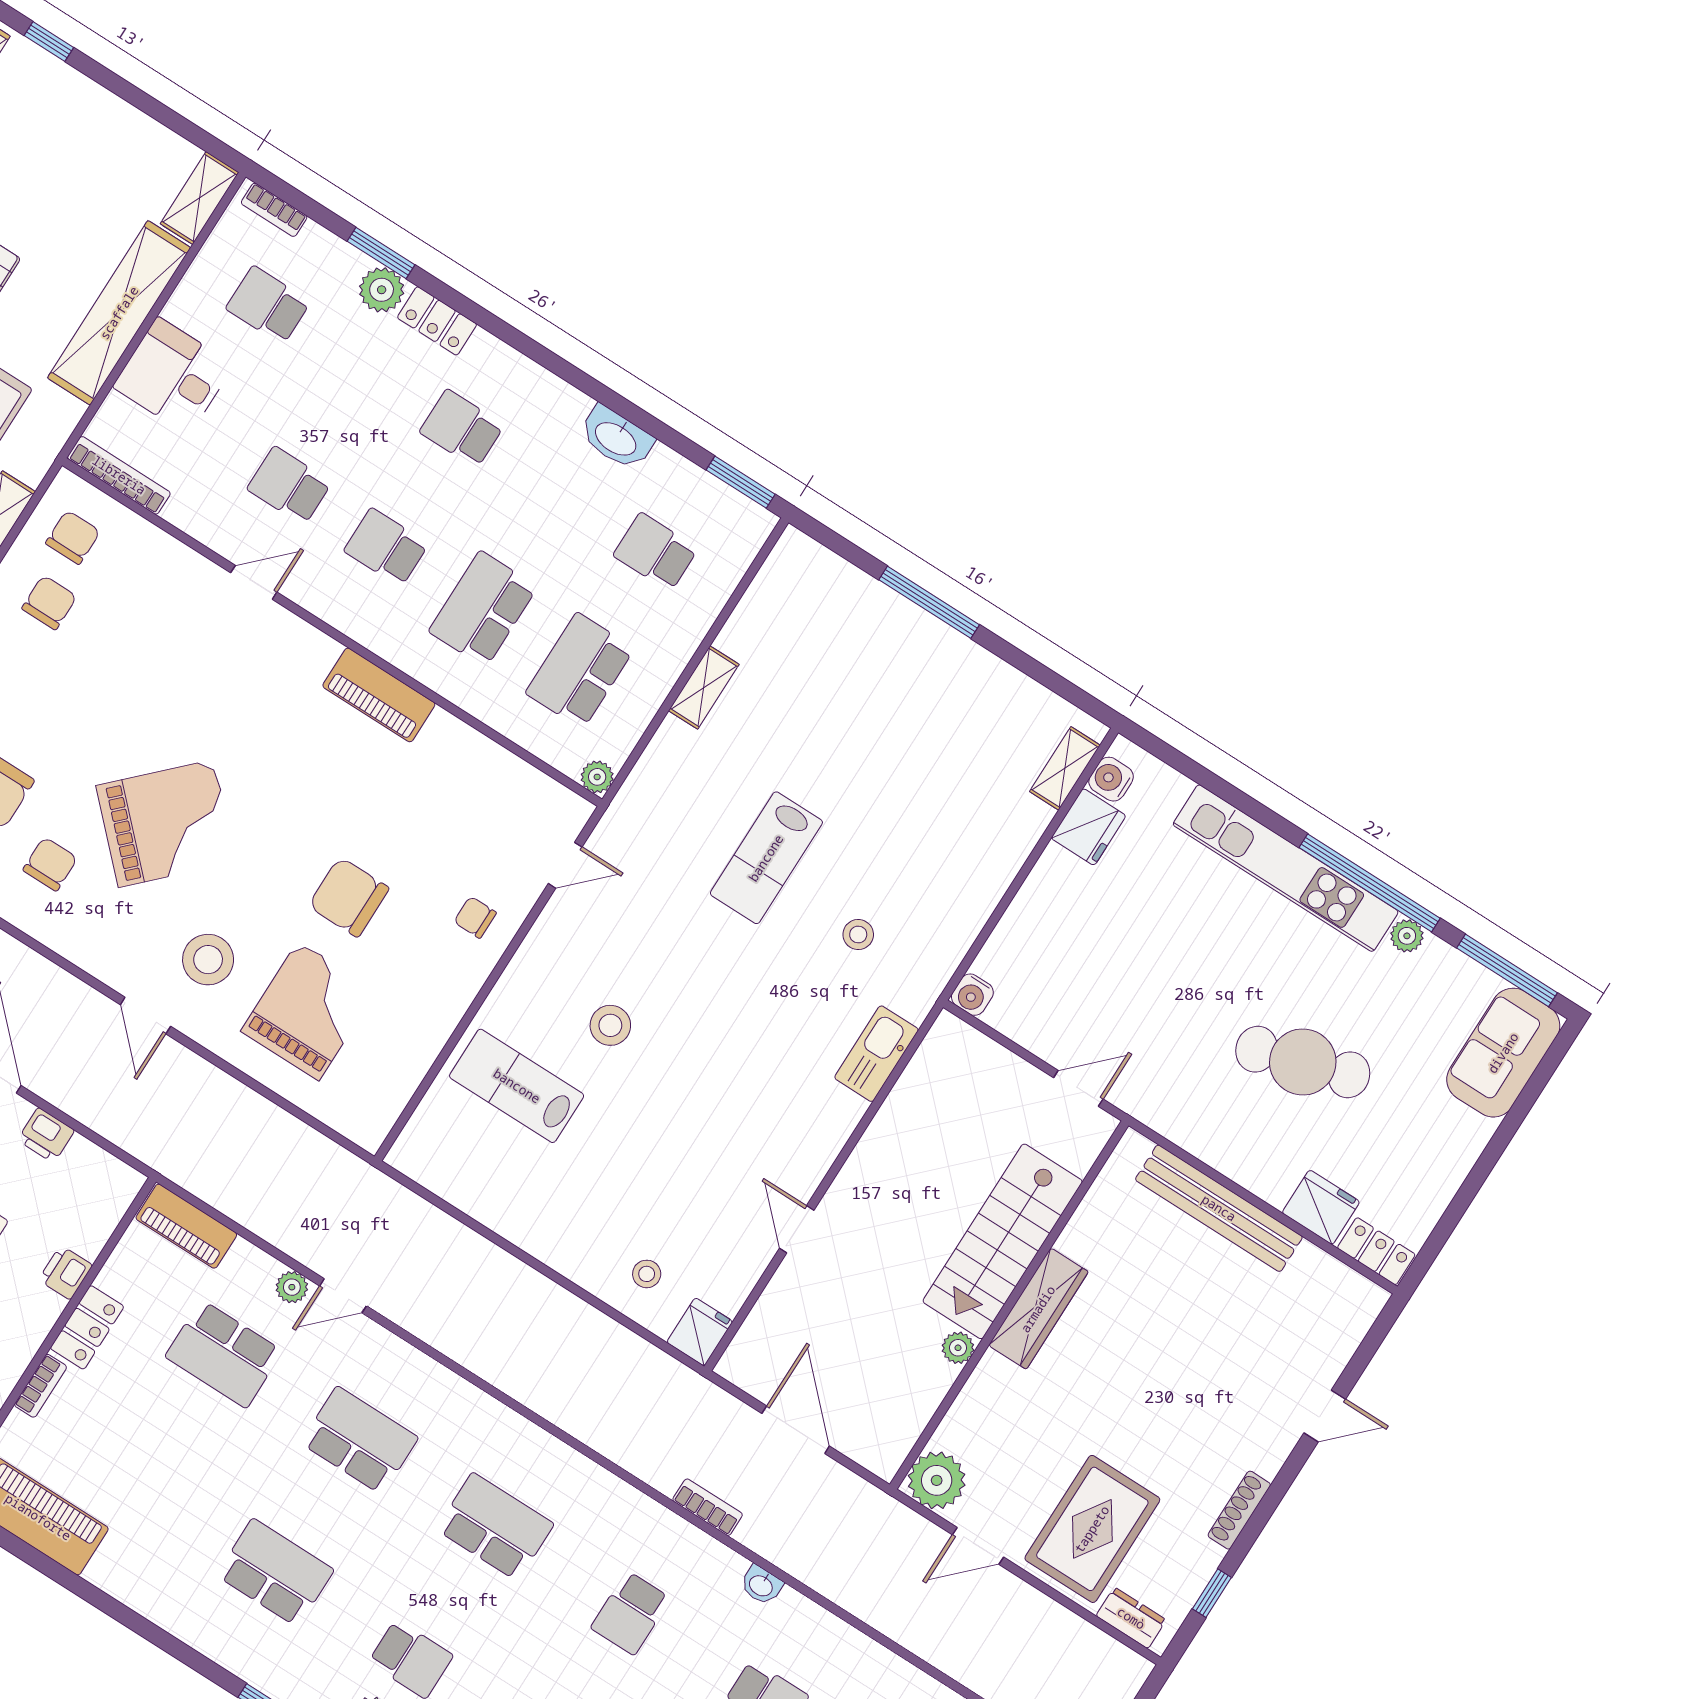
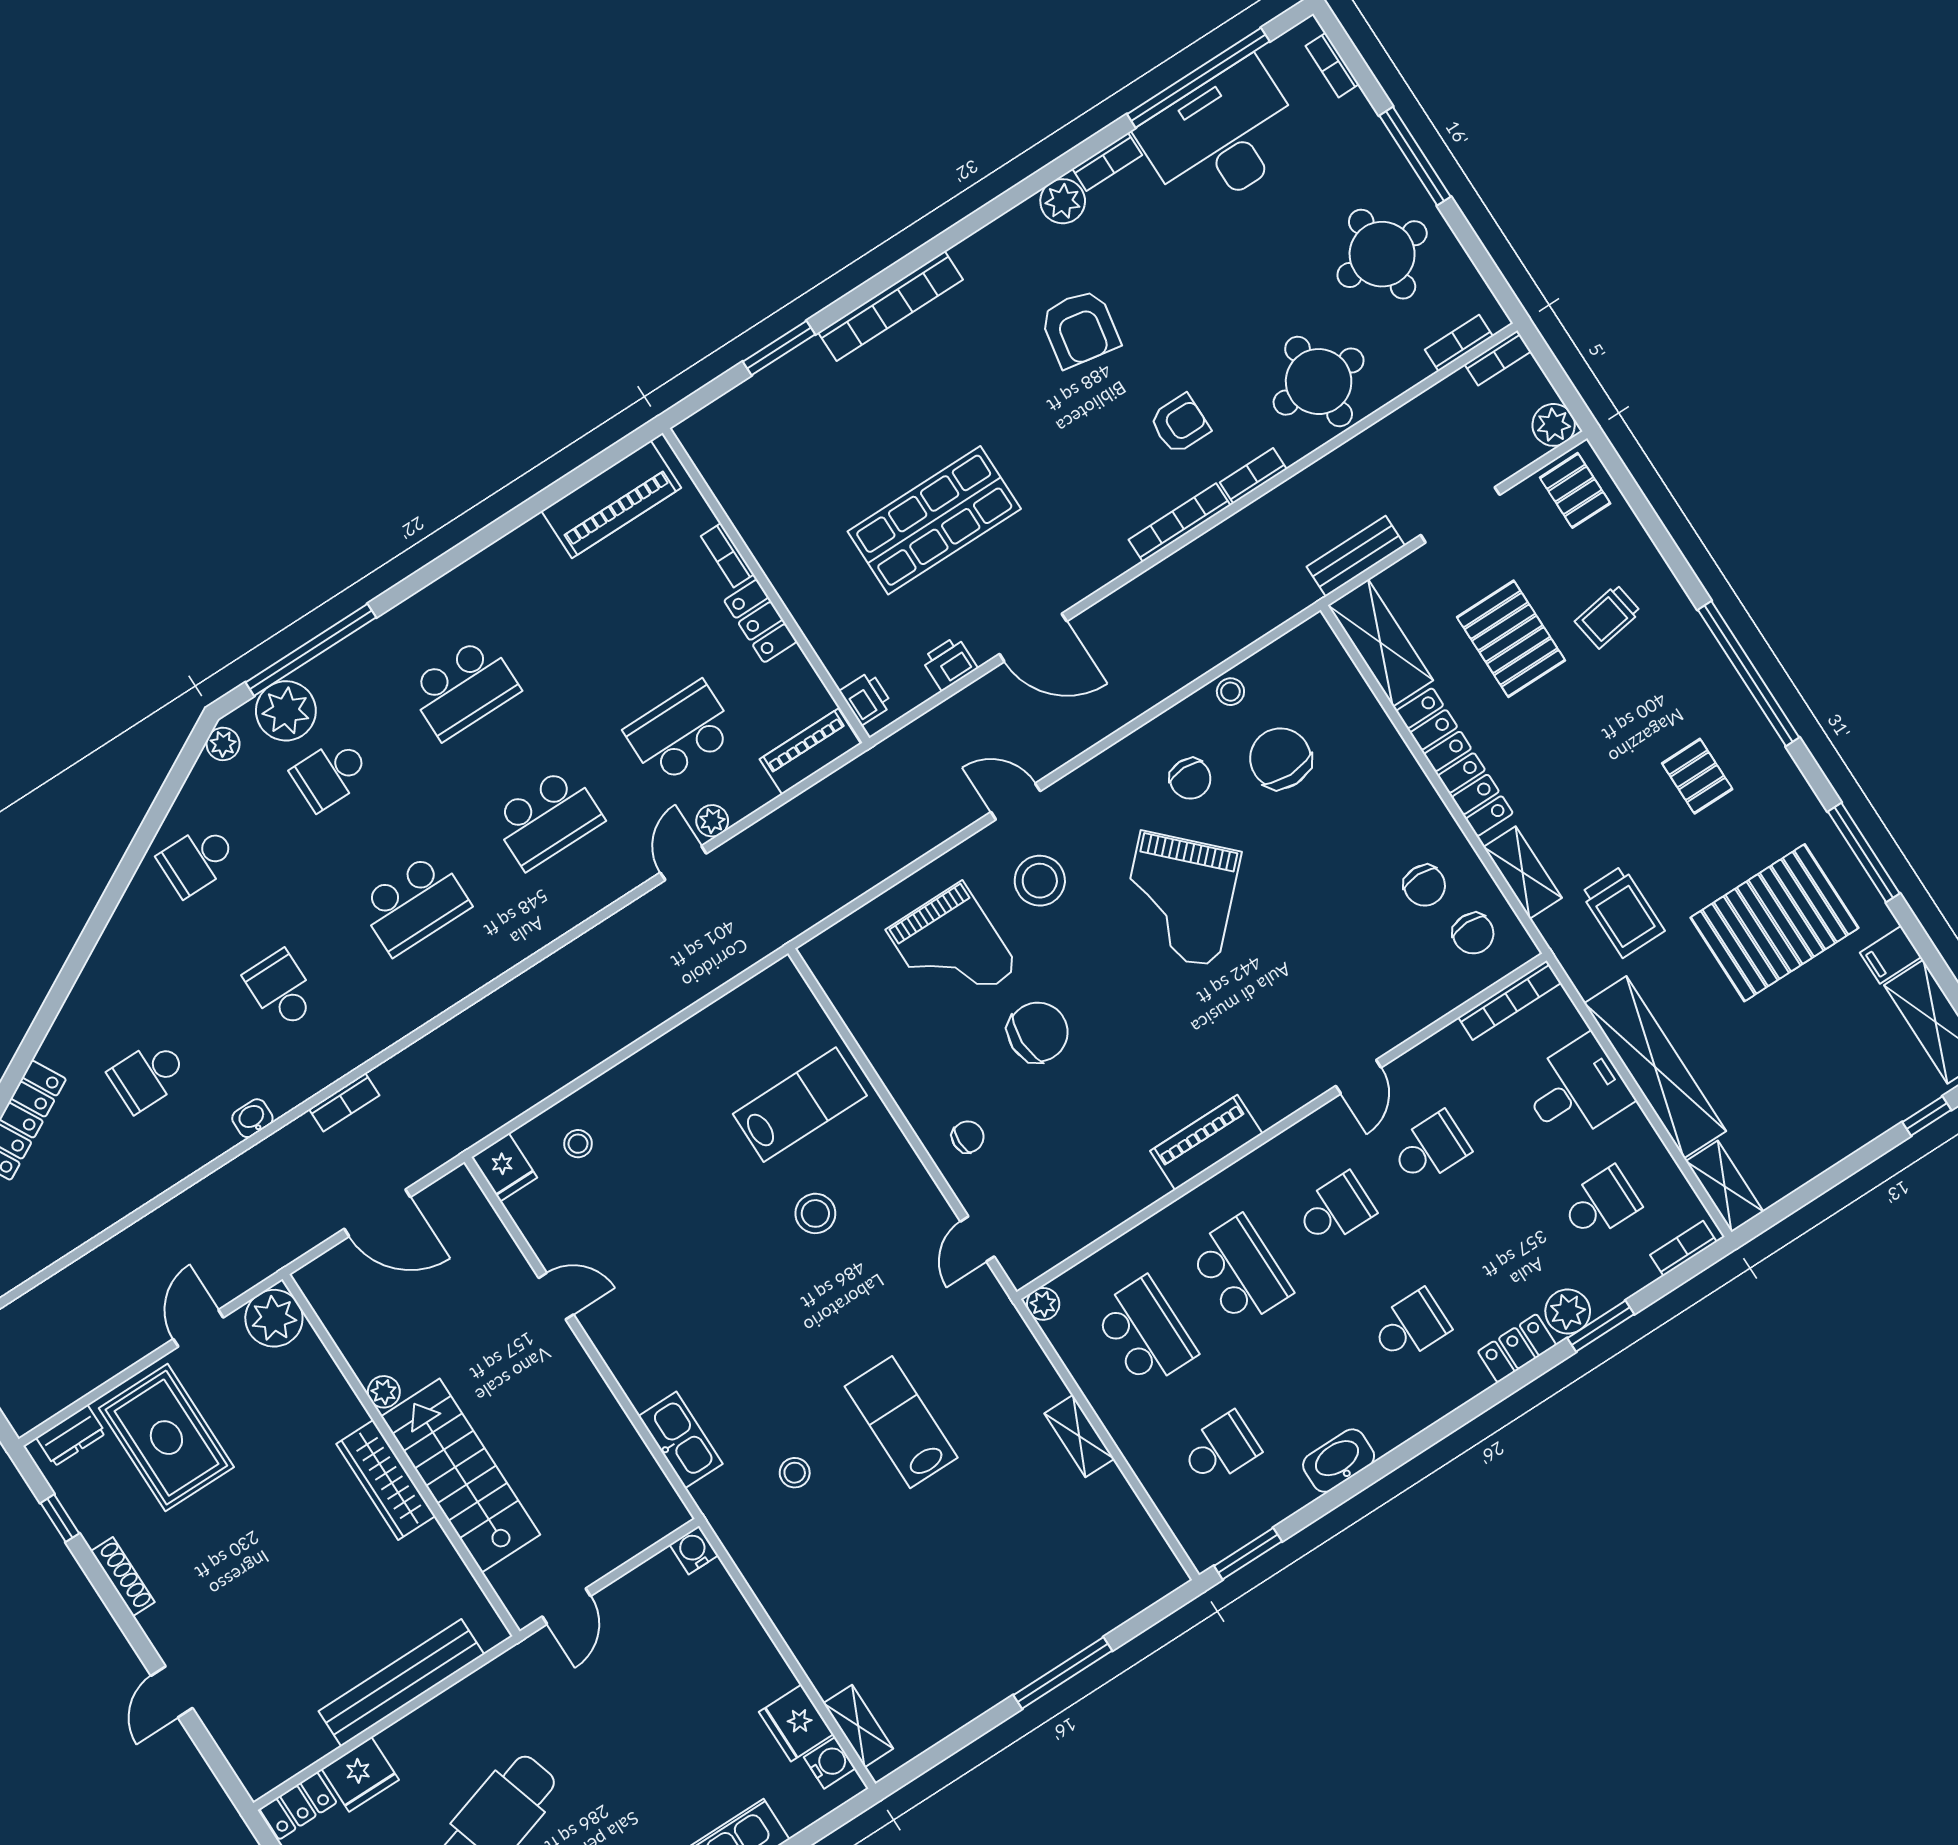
printer: (66, 1273) -> (866, 698), moved

